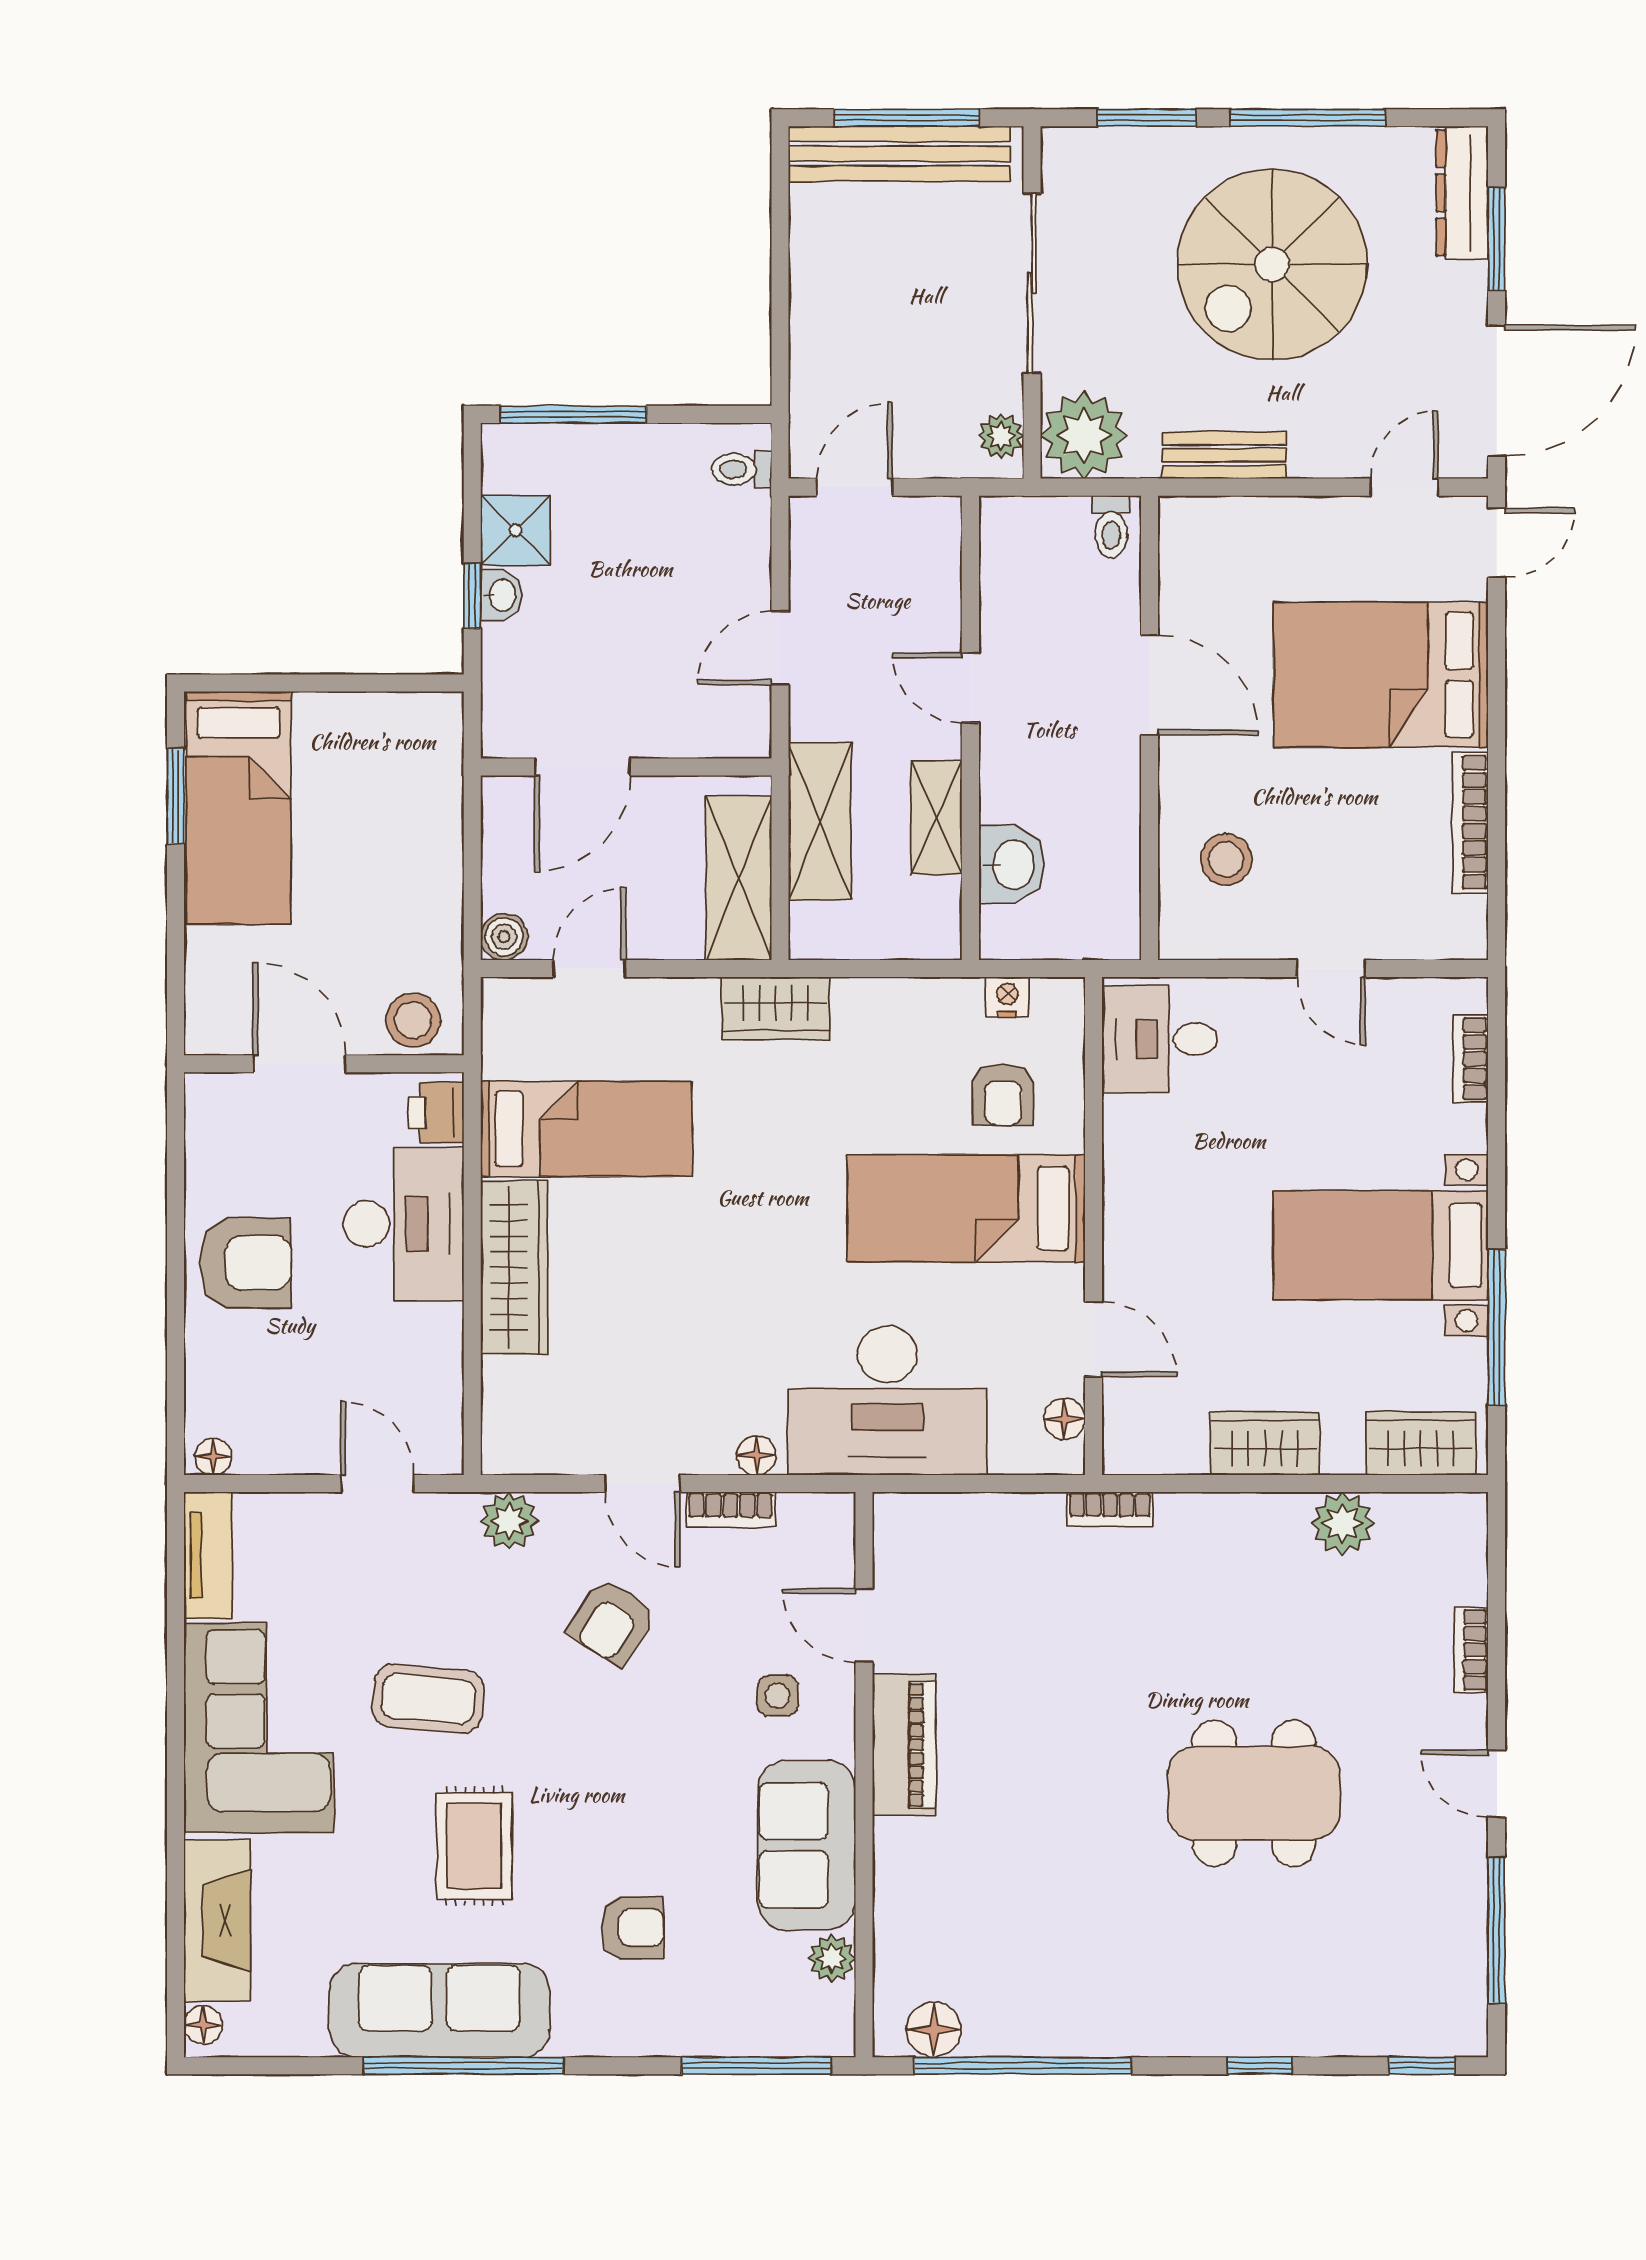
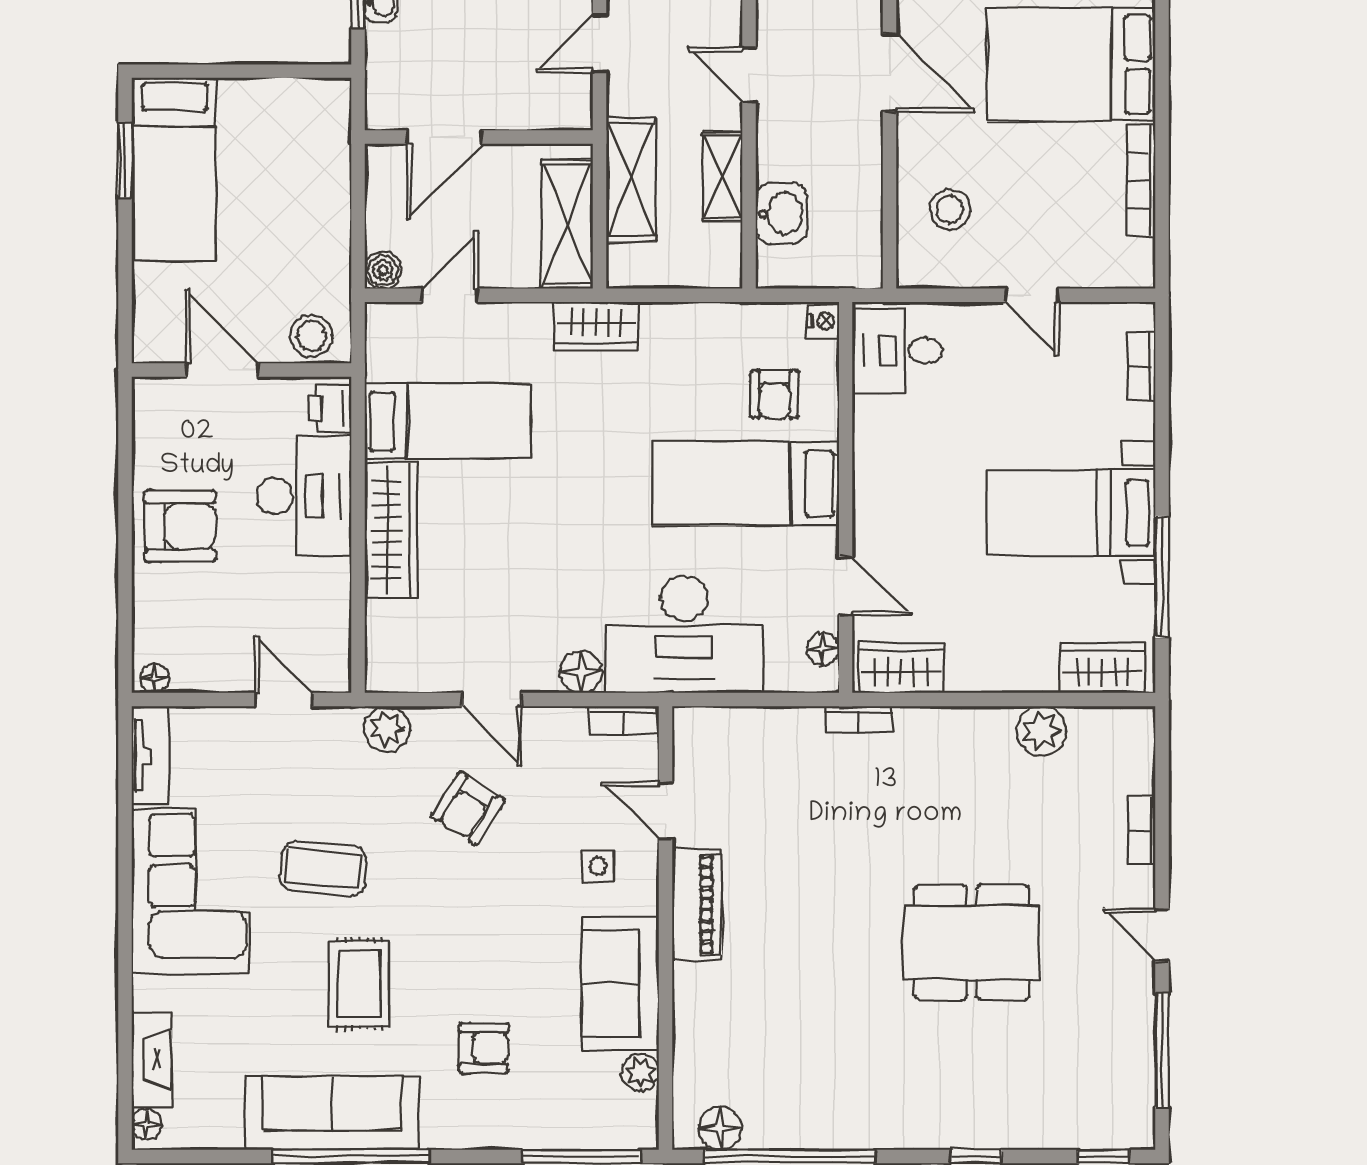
nightstand: (1007, 997) -> (823, 321), moved, turned 90
wardrobe: (1265, 1443) -> (901, 668), moved
floor lamp: (756, 1455) -> (581, 672), width x1.37, depth x1.37
bookcase: (730, 1510) -> (624, 720), moved
fireplace: (217, 1920) -> (151, 1060), width x0.73, depth x0.76

